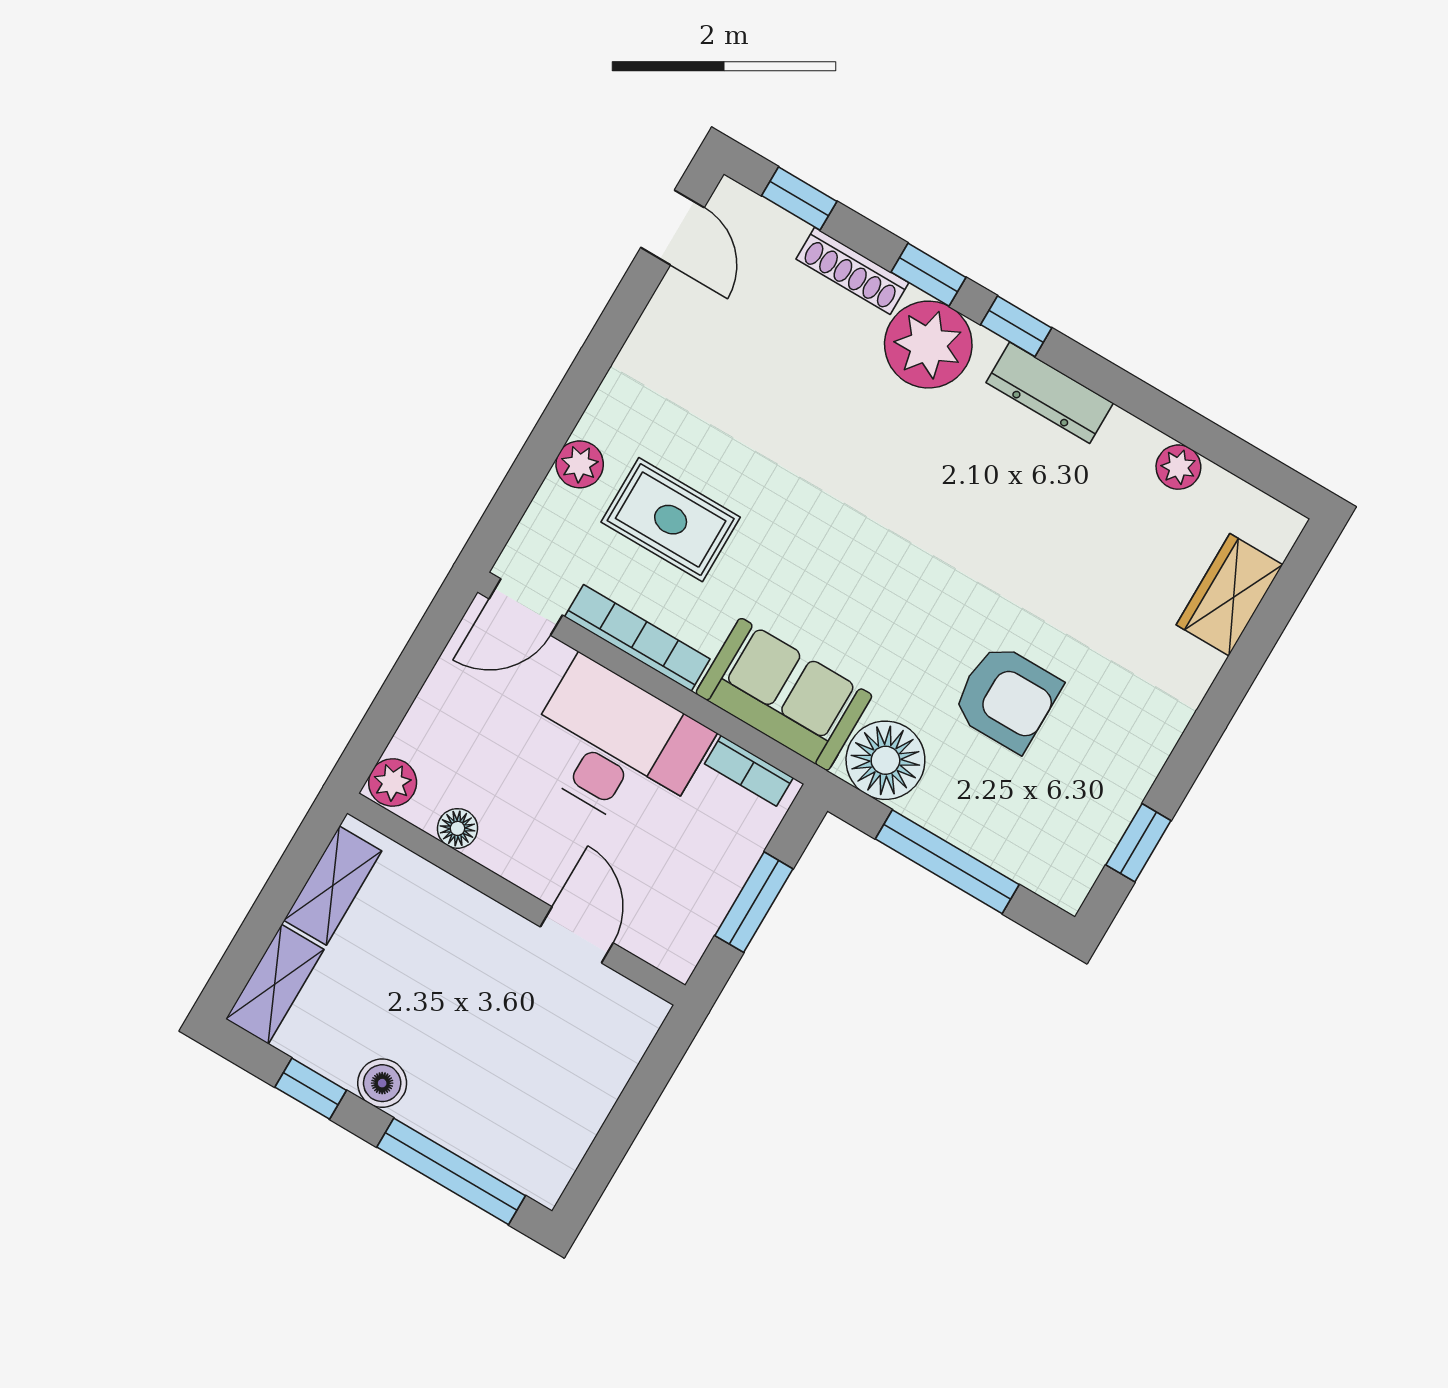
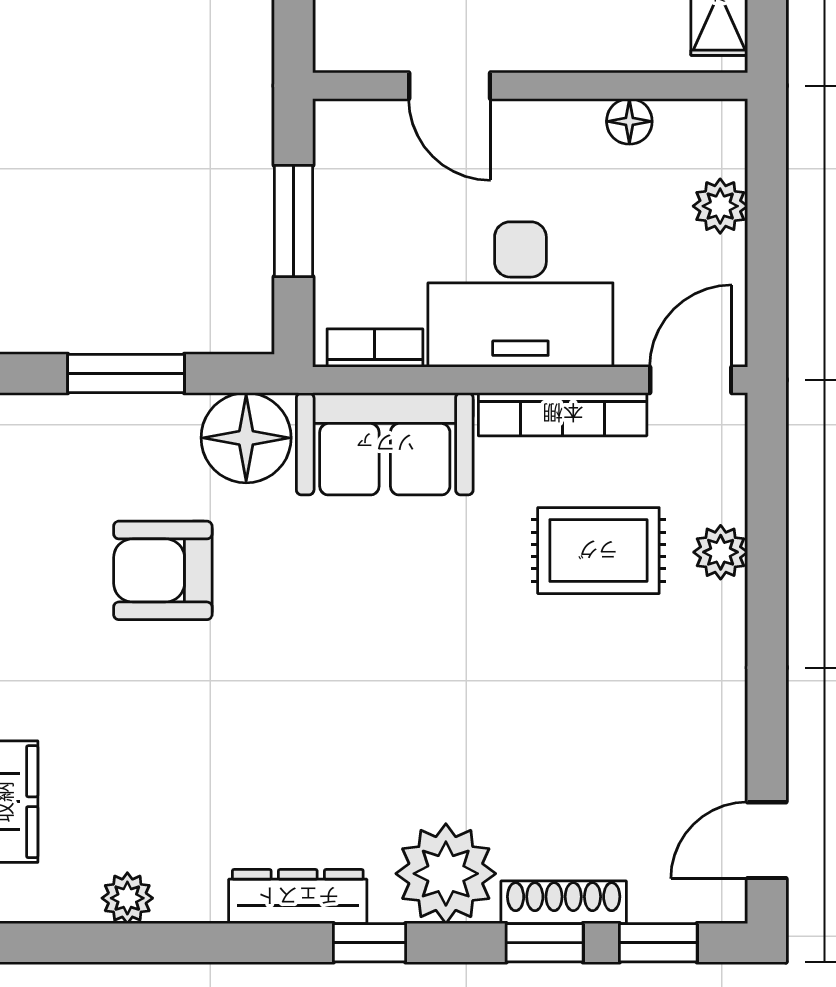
door: (672, 227) -> (767, 840), hinge flipped
window: (928, 275) -> (545, 943), moved
plant: (393, 782) -> (720, 206), moved
window: (947, 862) -> (126, 374), width x0.69

